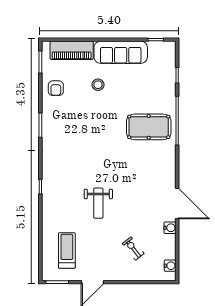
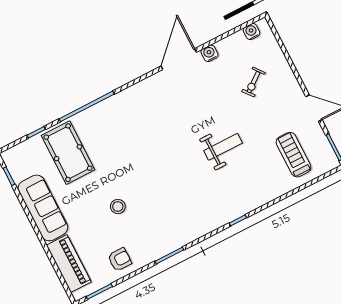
stool: (98, 85) -> (118, 206), moved
pool table: (149, 127) -> (68, 153), moved
treadmill: (67, 250) -> (293, 155), turned 90

